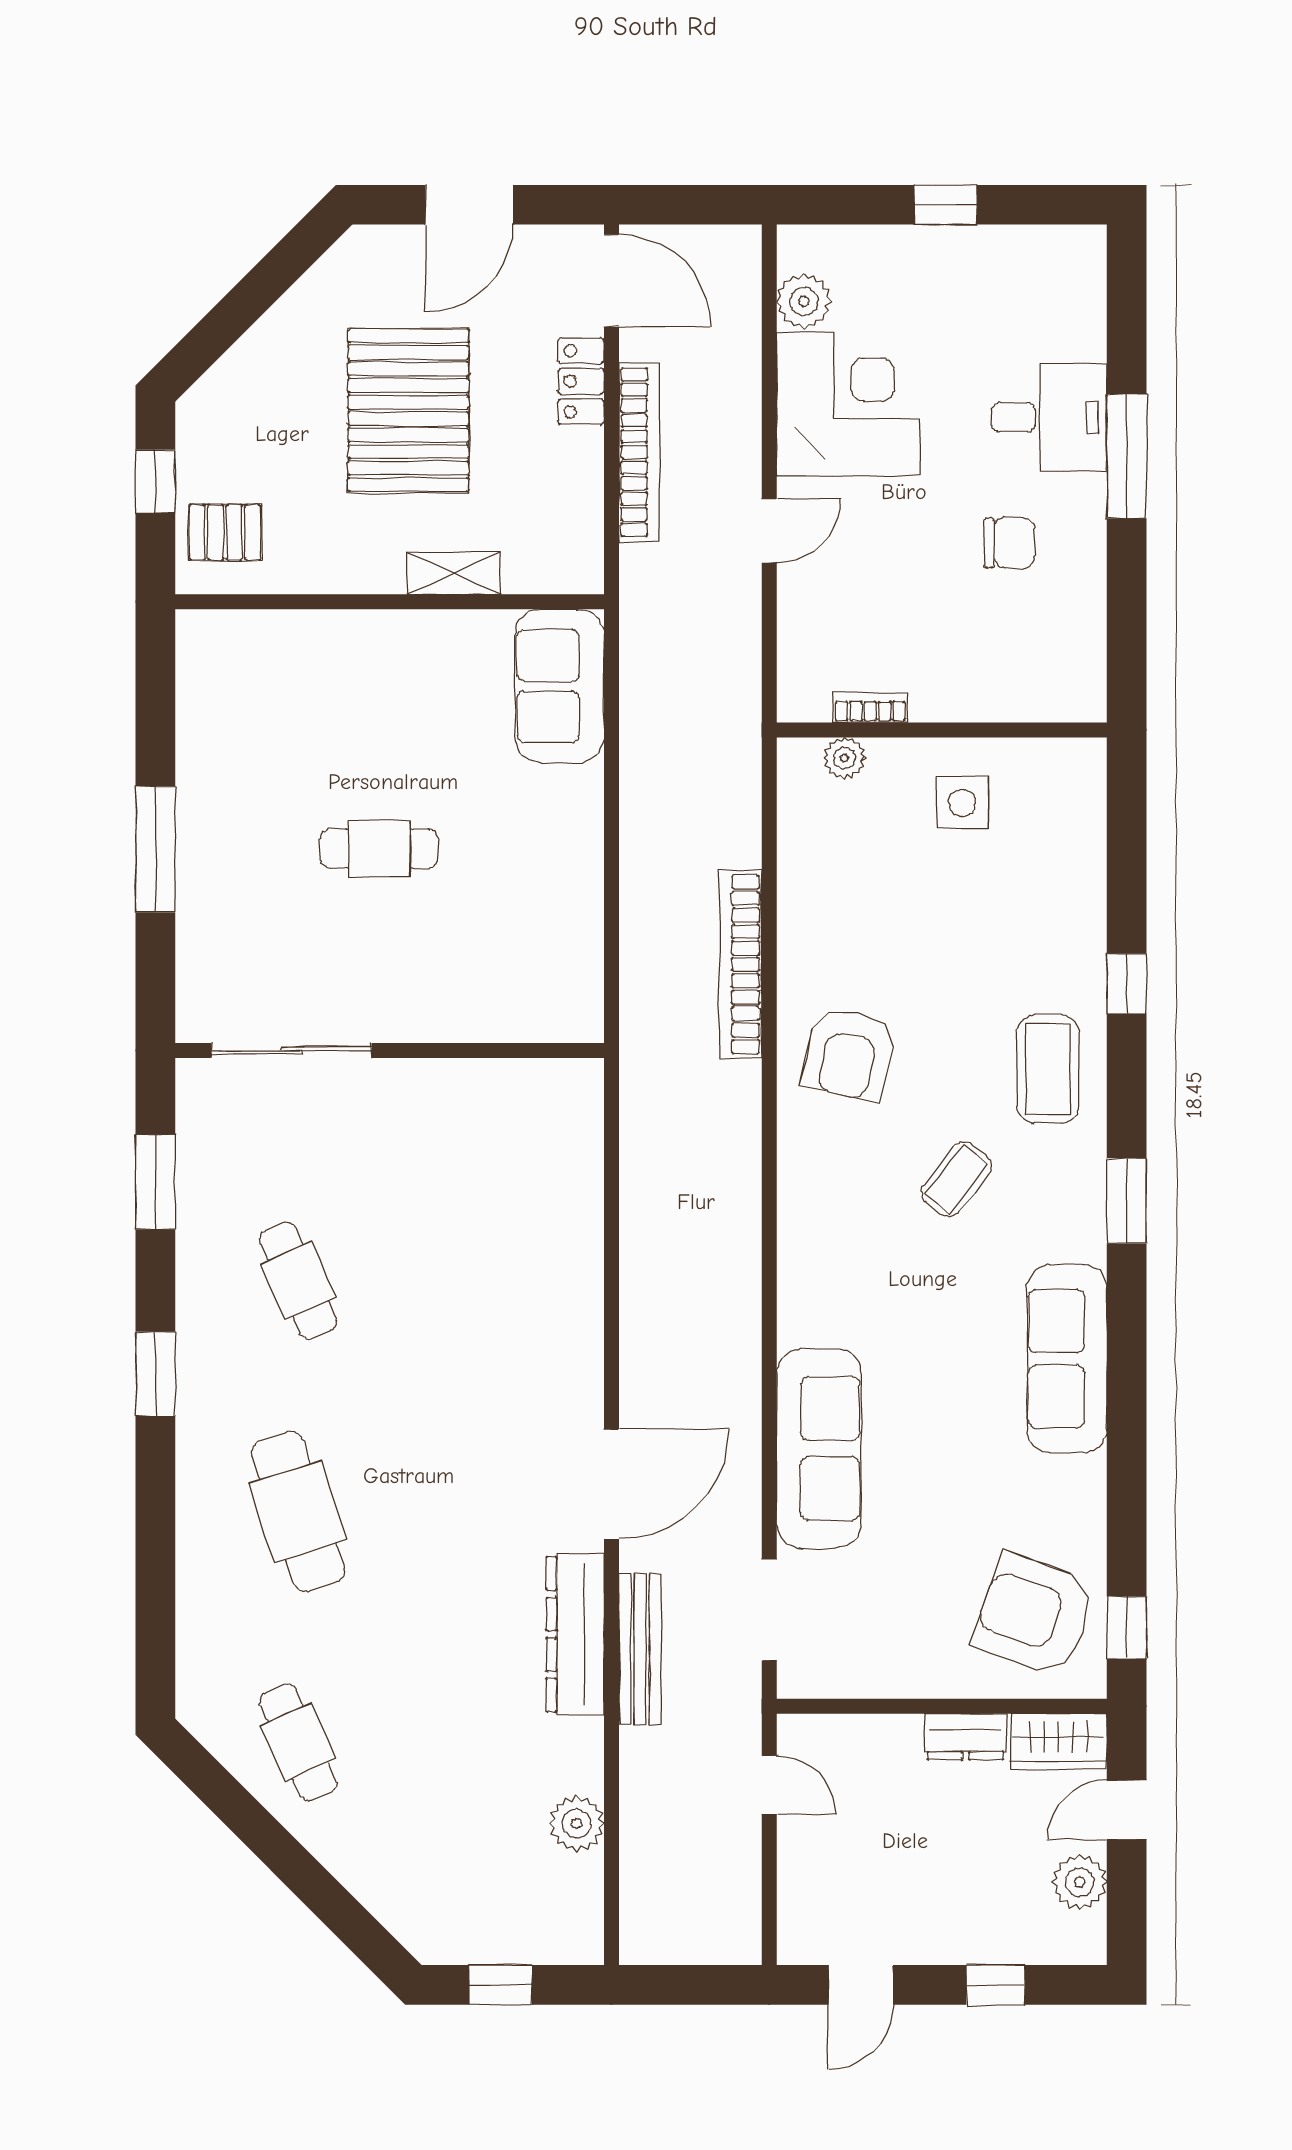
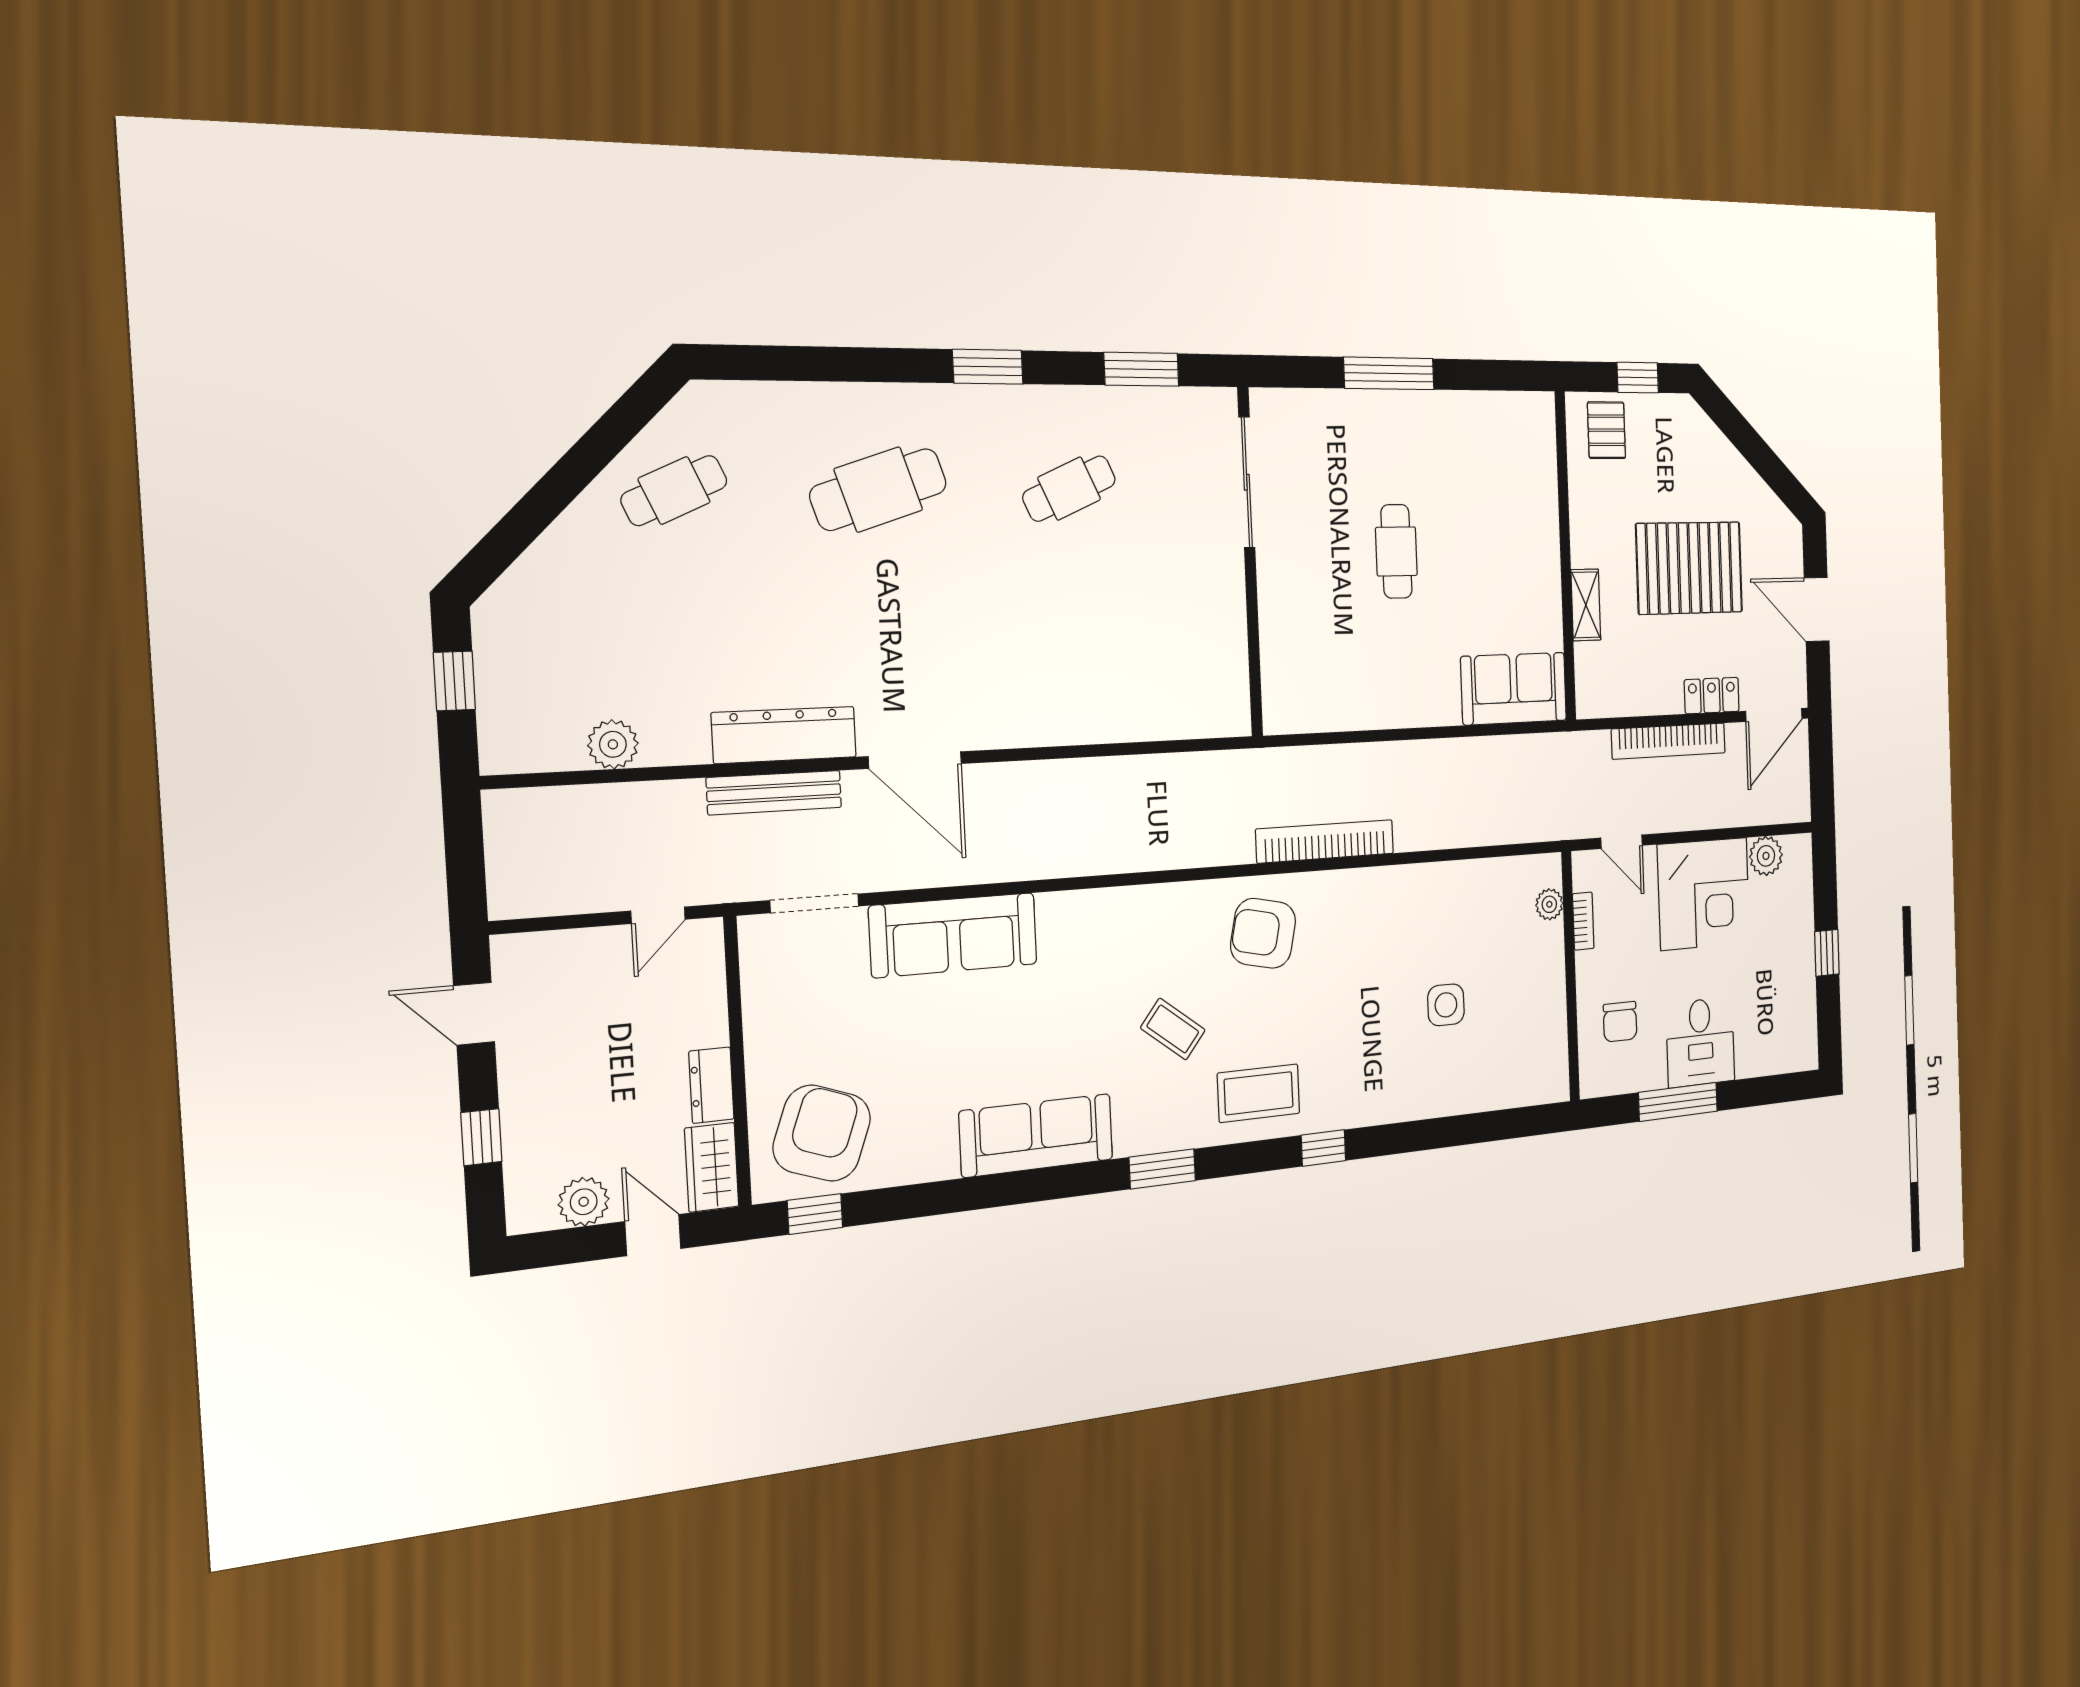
bookcase: (870, 708) -> (1583, 921), moved
wall: (942, 730) -> (1570, 976), moved
plant: (844, 758) -> (1549, 904), moved

